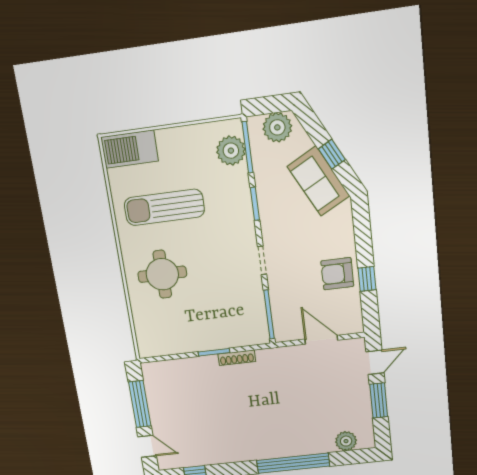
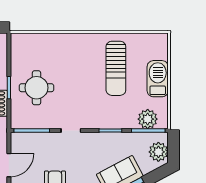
barbecue: (130, 149) -> (158, 79), moved
sun lounger: (164, 207) -> (116, 68), turned 180
round table: (162, 274) -> (36, 88), moved

